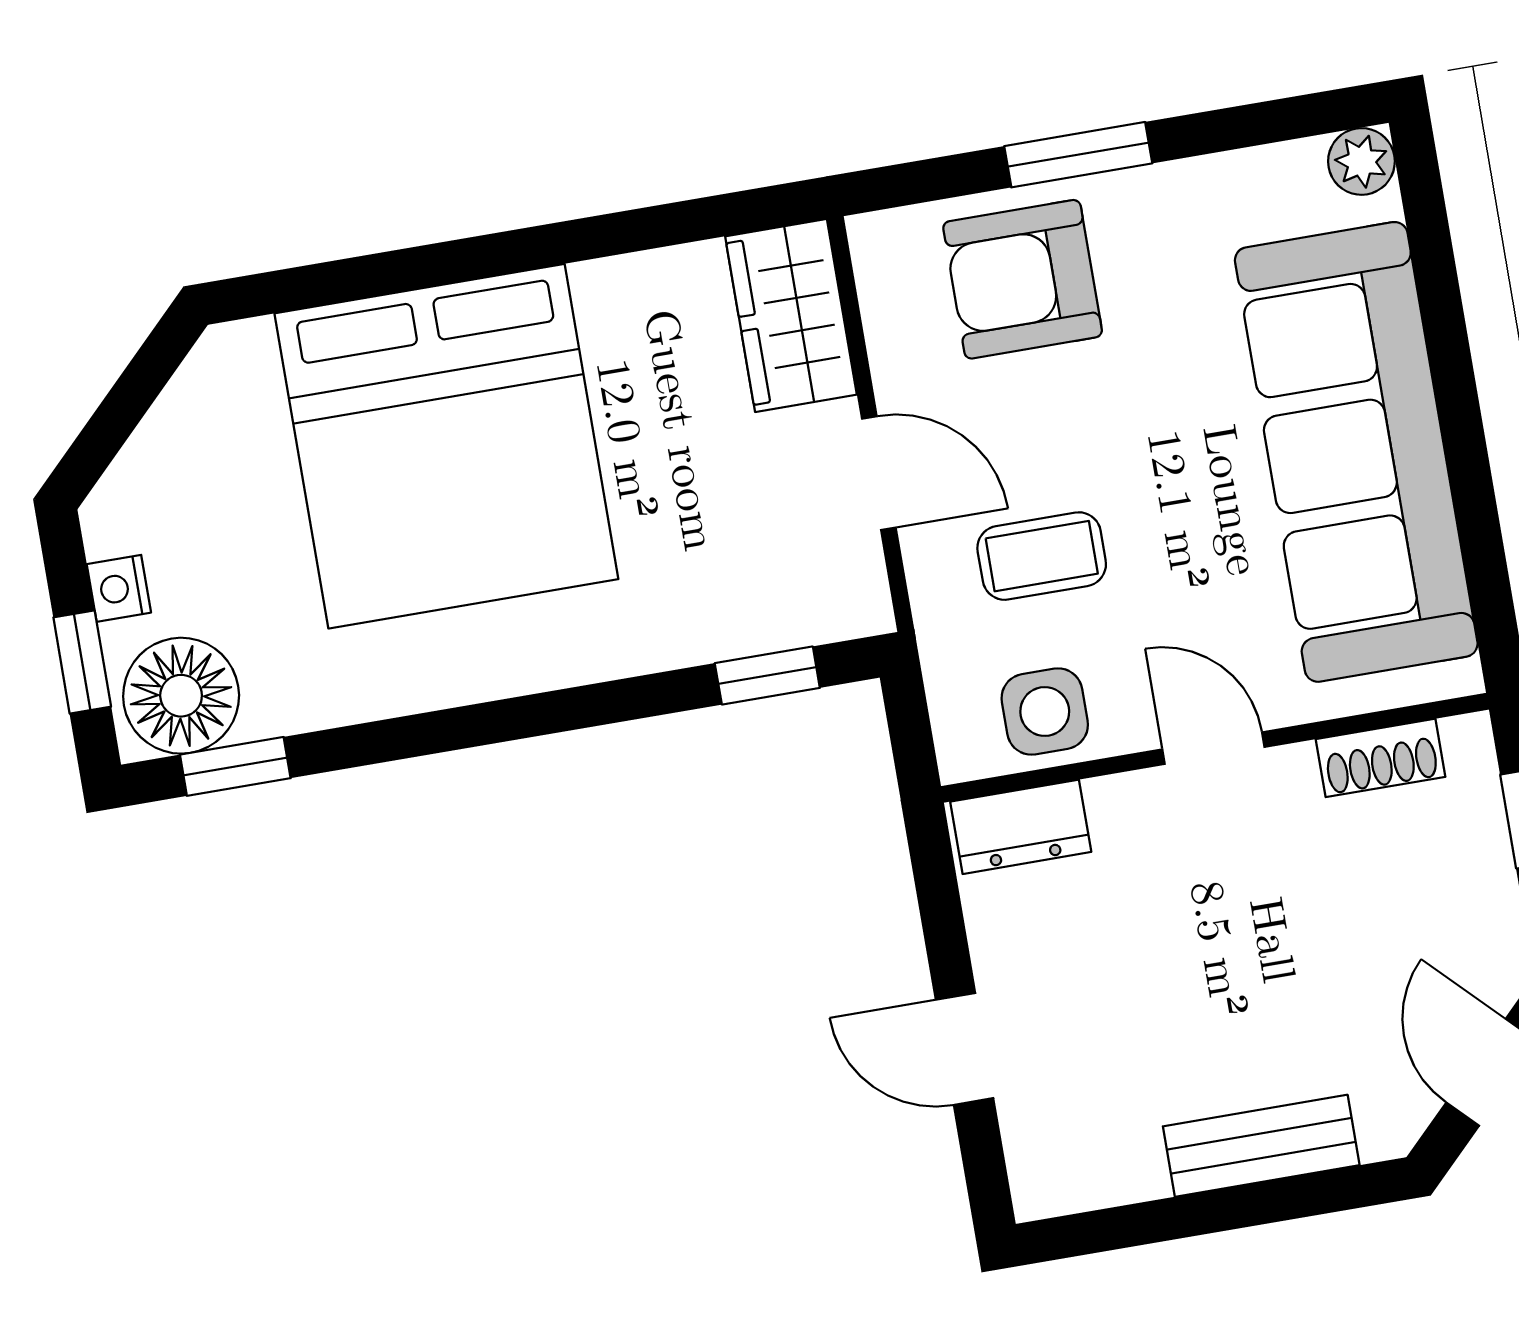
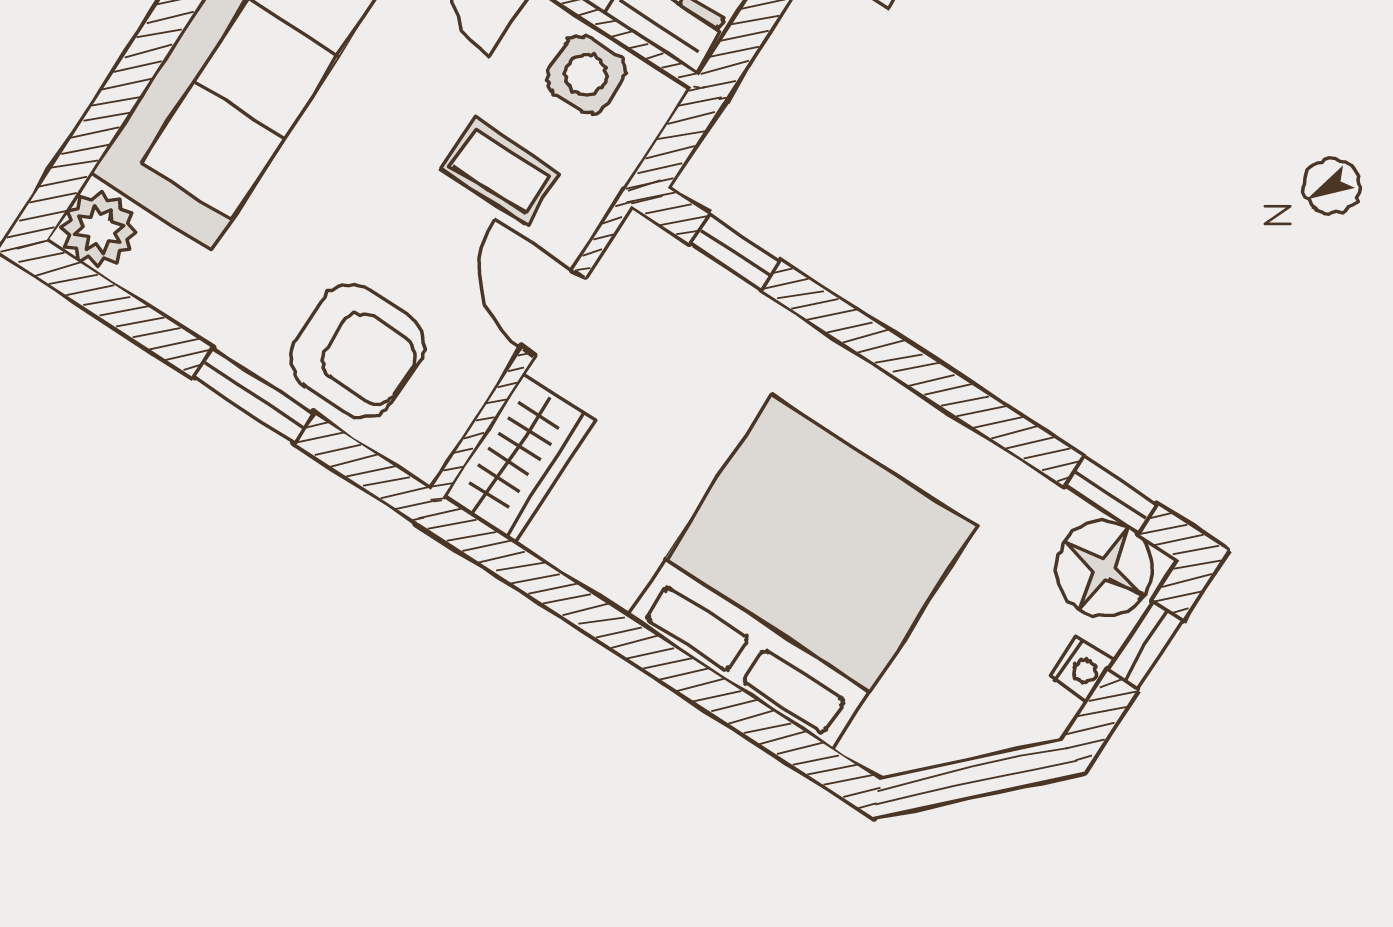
plant: (1361, 161) -> (99, 229), width x1.38, depth x1.38

